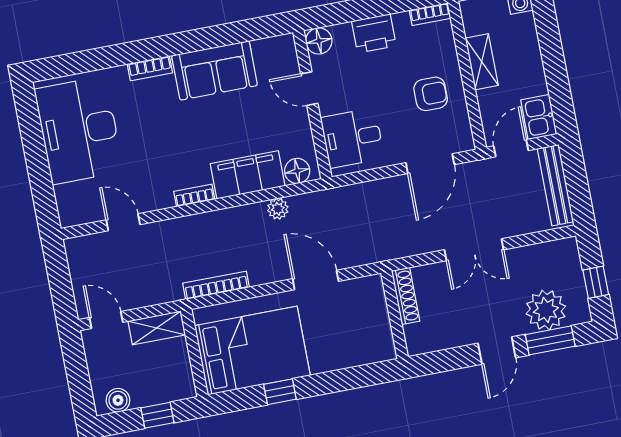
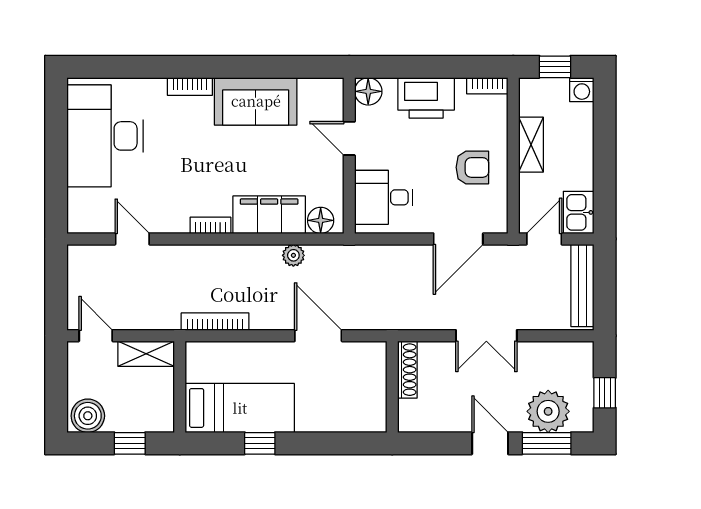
printer: (374, 33) -> (426, 98), width x1.37, depth x1.19
door: (497, 350) -> (490, 443), swing flipped
bed: (252, 351) -> (240, 408), width x0.67
boiler: (118, 400) -> (88, 416), width x1.36, depth x1.36

